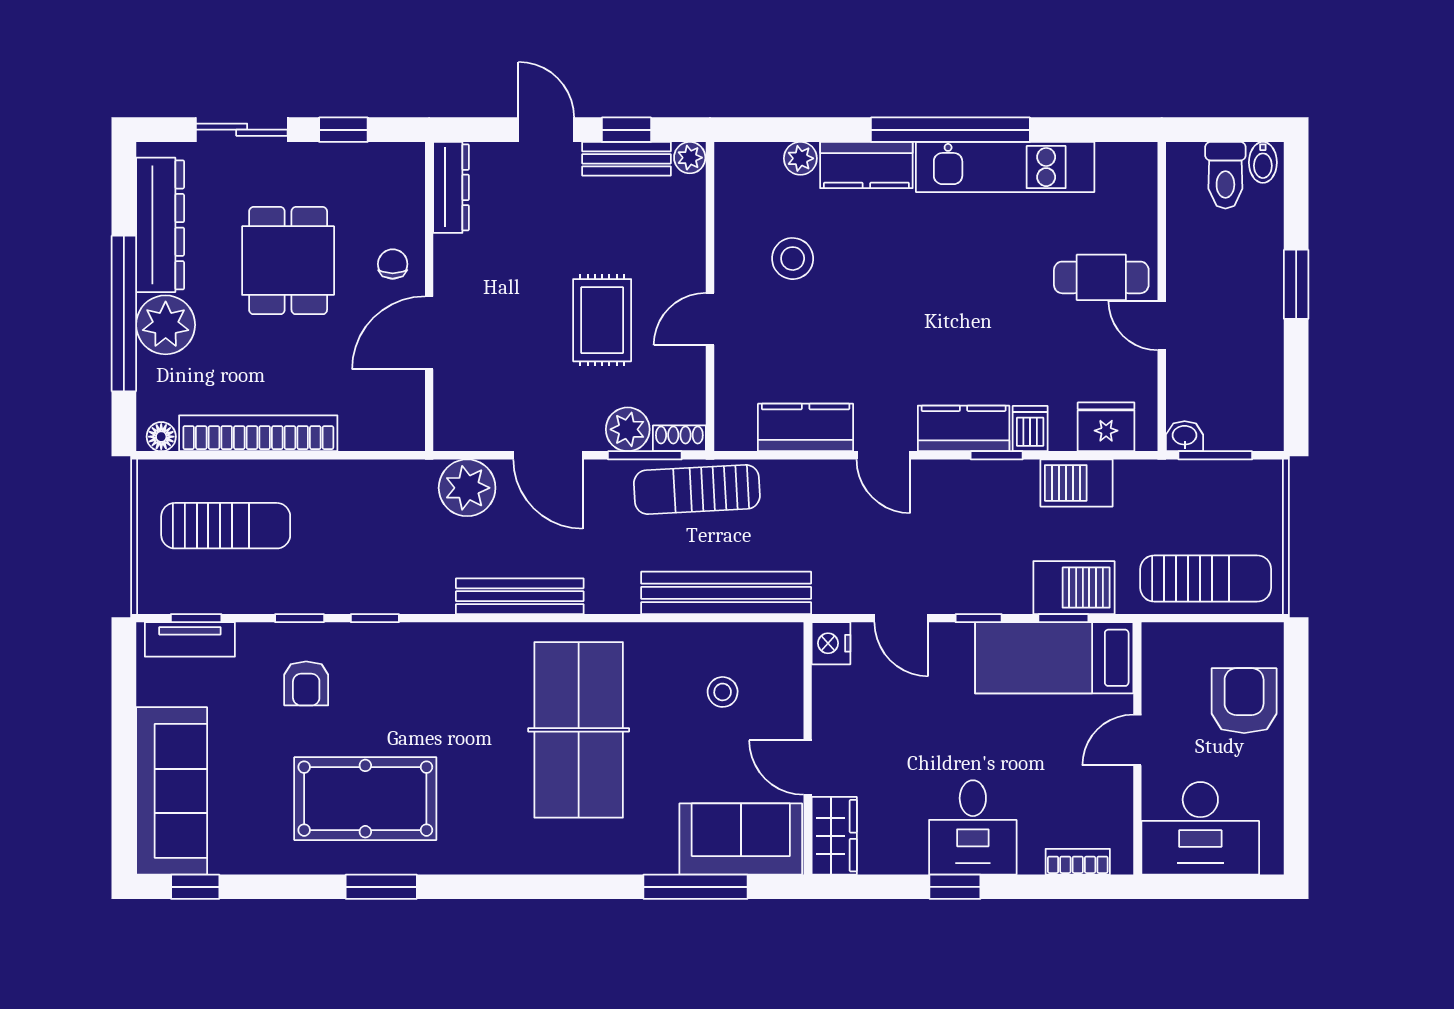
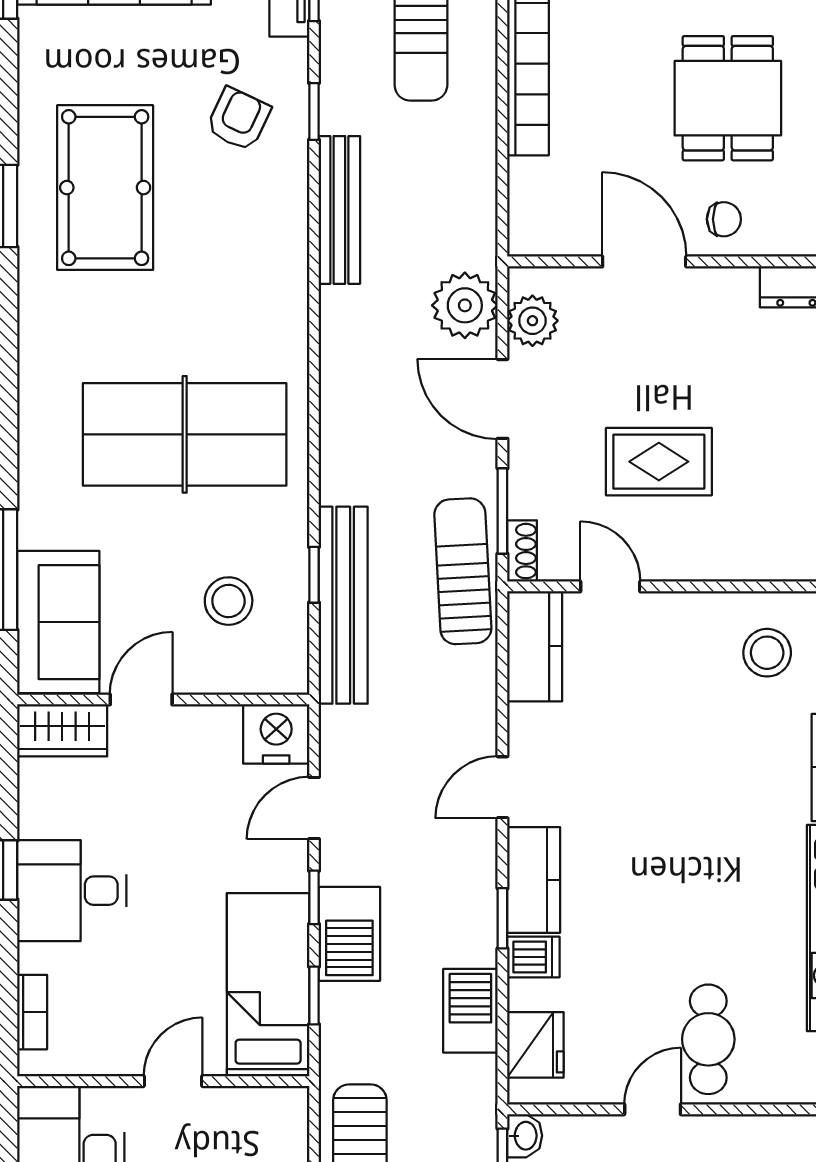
stool: (793, 259) -> (767, 653), moved
dining table: (288, 261) -> (728, 98), turned 90
door: (710, 319) -> (610, 586), moved
kitchen counter: (806, 427) -> (535, 646), moved
plant: (628, 429) -> (532, 321), moved
door: (548, 455) -> (502, 399), hinge flipped
barbecue: (1074, 588) -> (349, 934), moved
bench: (520, 596) -> (339, 210), moved
window: (375, 618) -> (314, 575), moved
nightstand: (831, 643) -> (276, 734), width x1.36, depth x1.33
armchair: (306, 683) -> (238, 119), turned 115
stool: (723, 692) -> (229, 601), width x1.37, depth x1.37
door: (1137, 740) -> (173, 1081), hinge flipped

